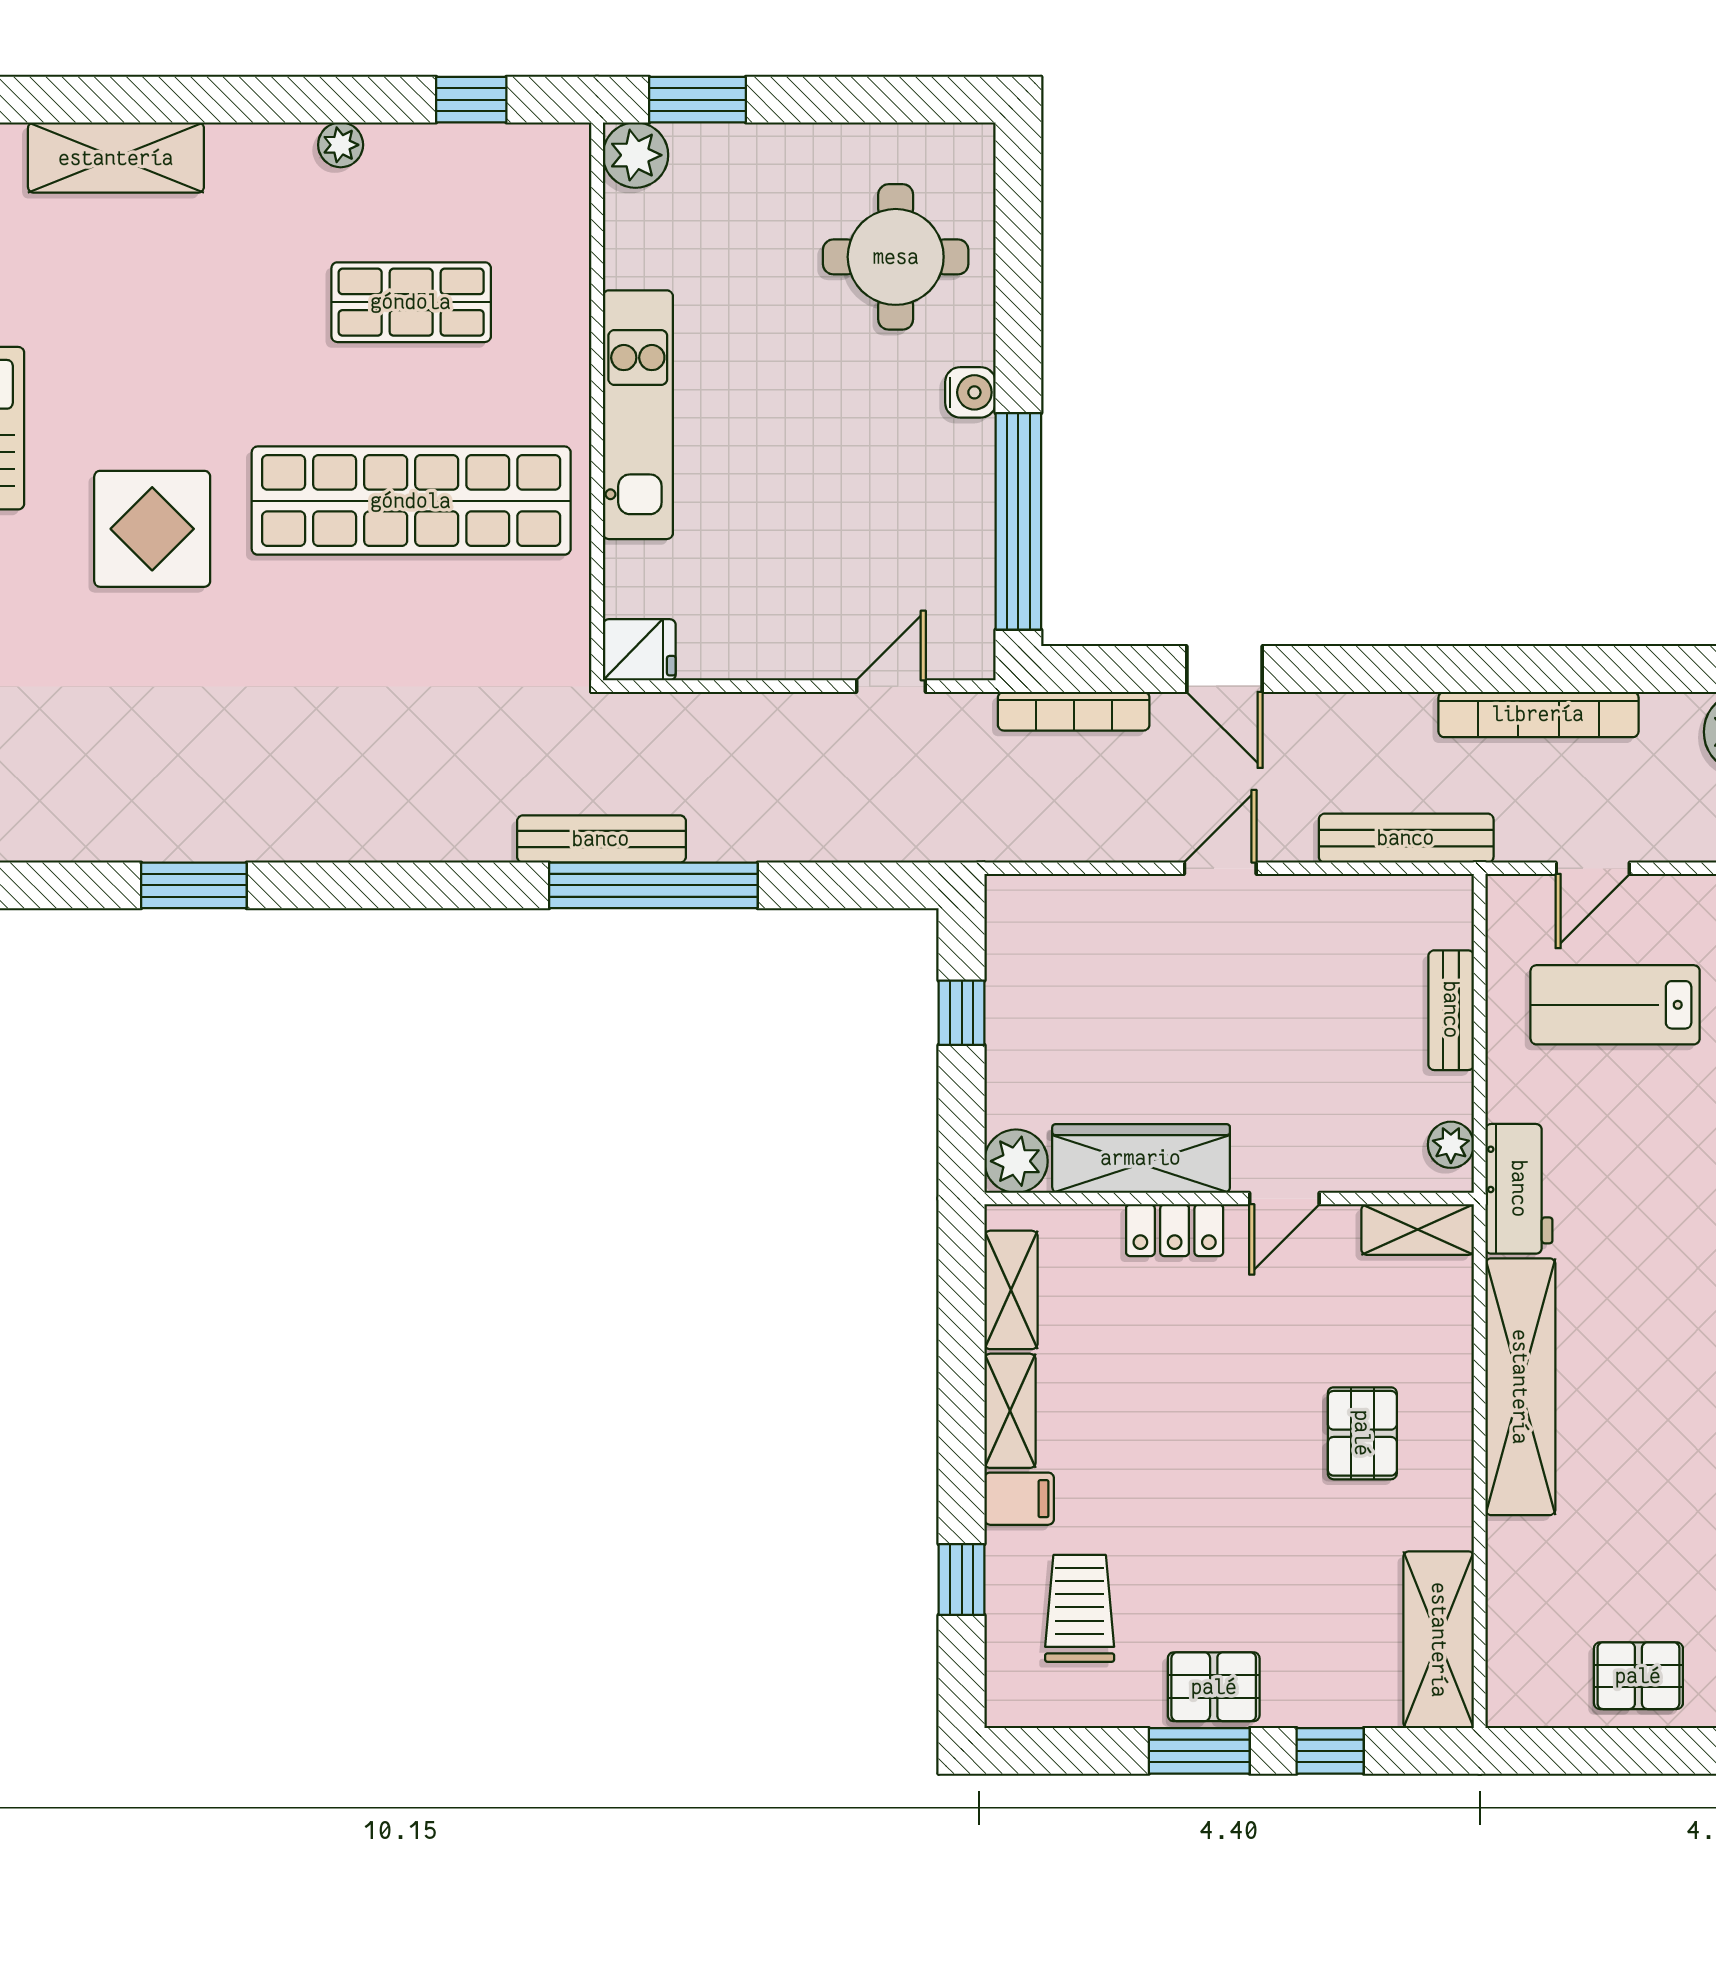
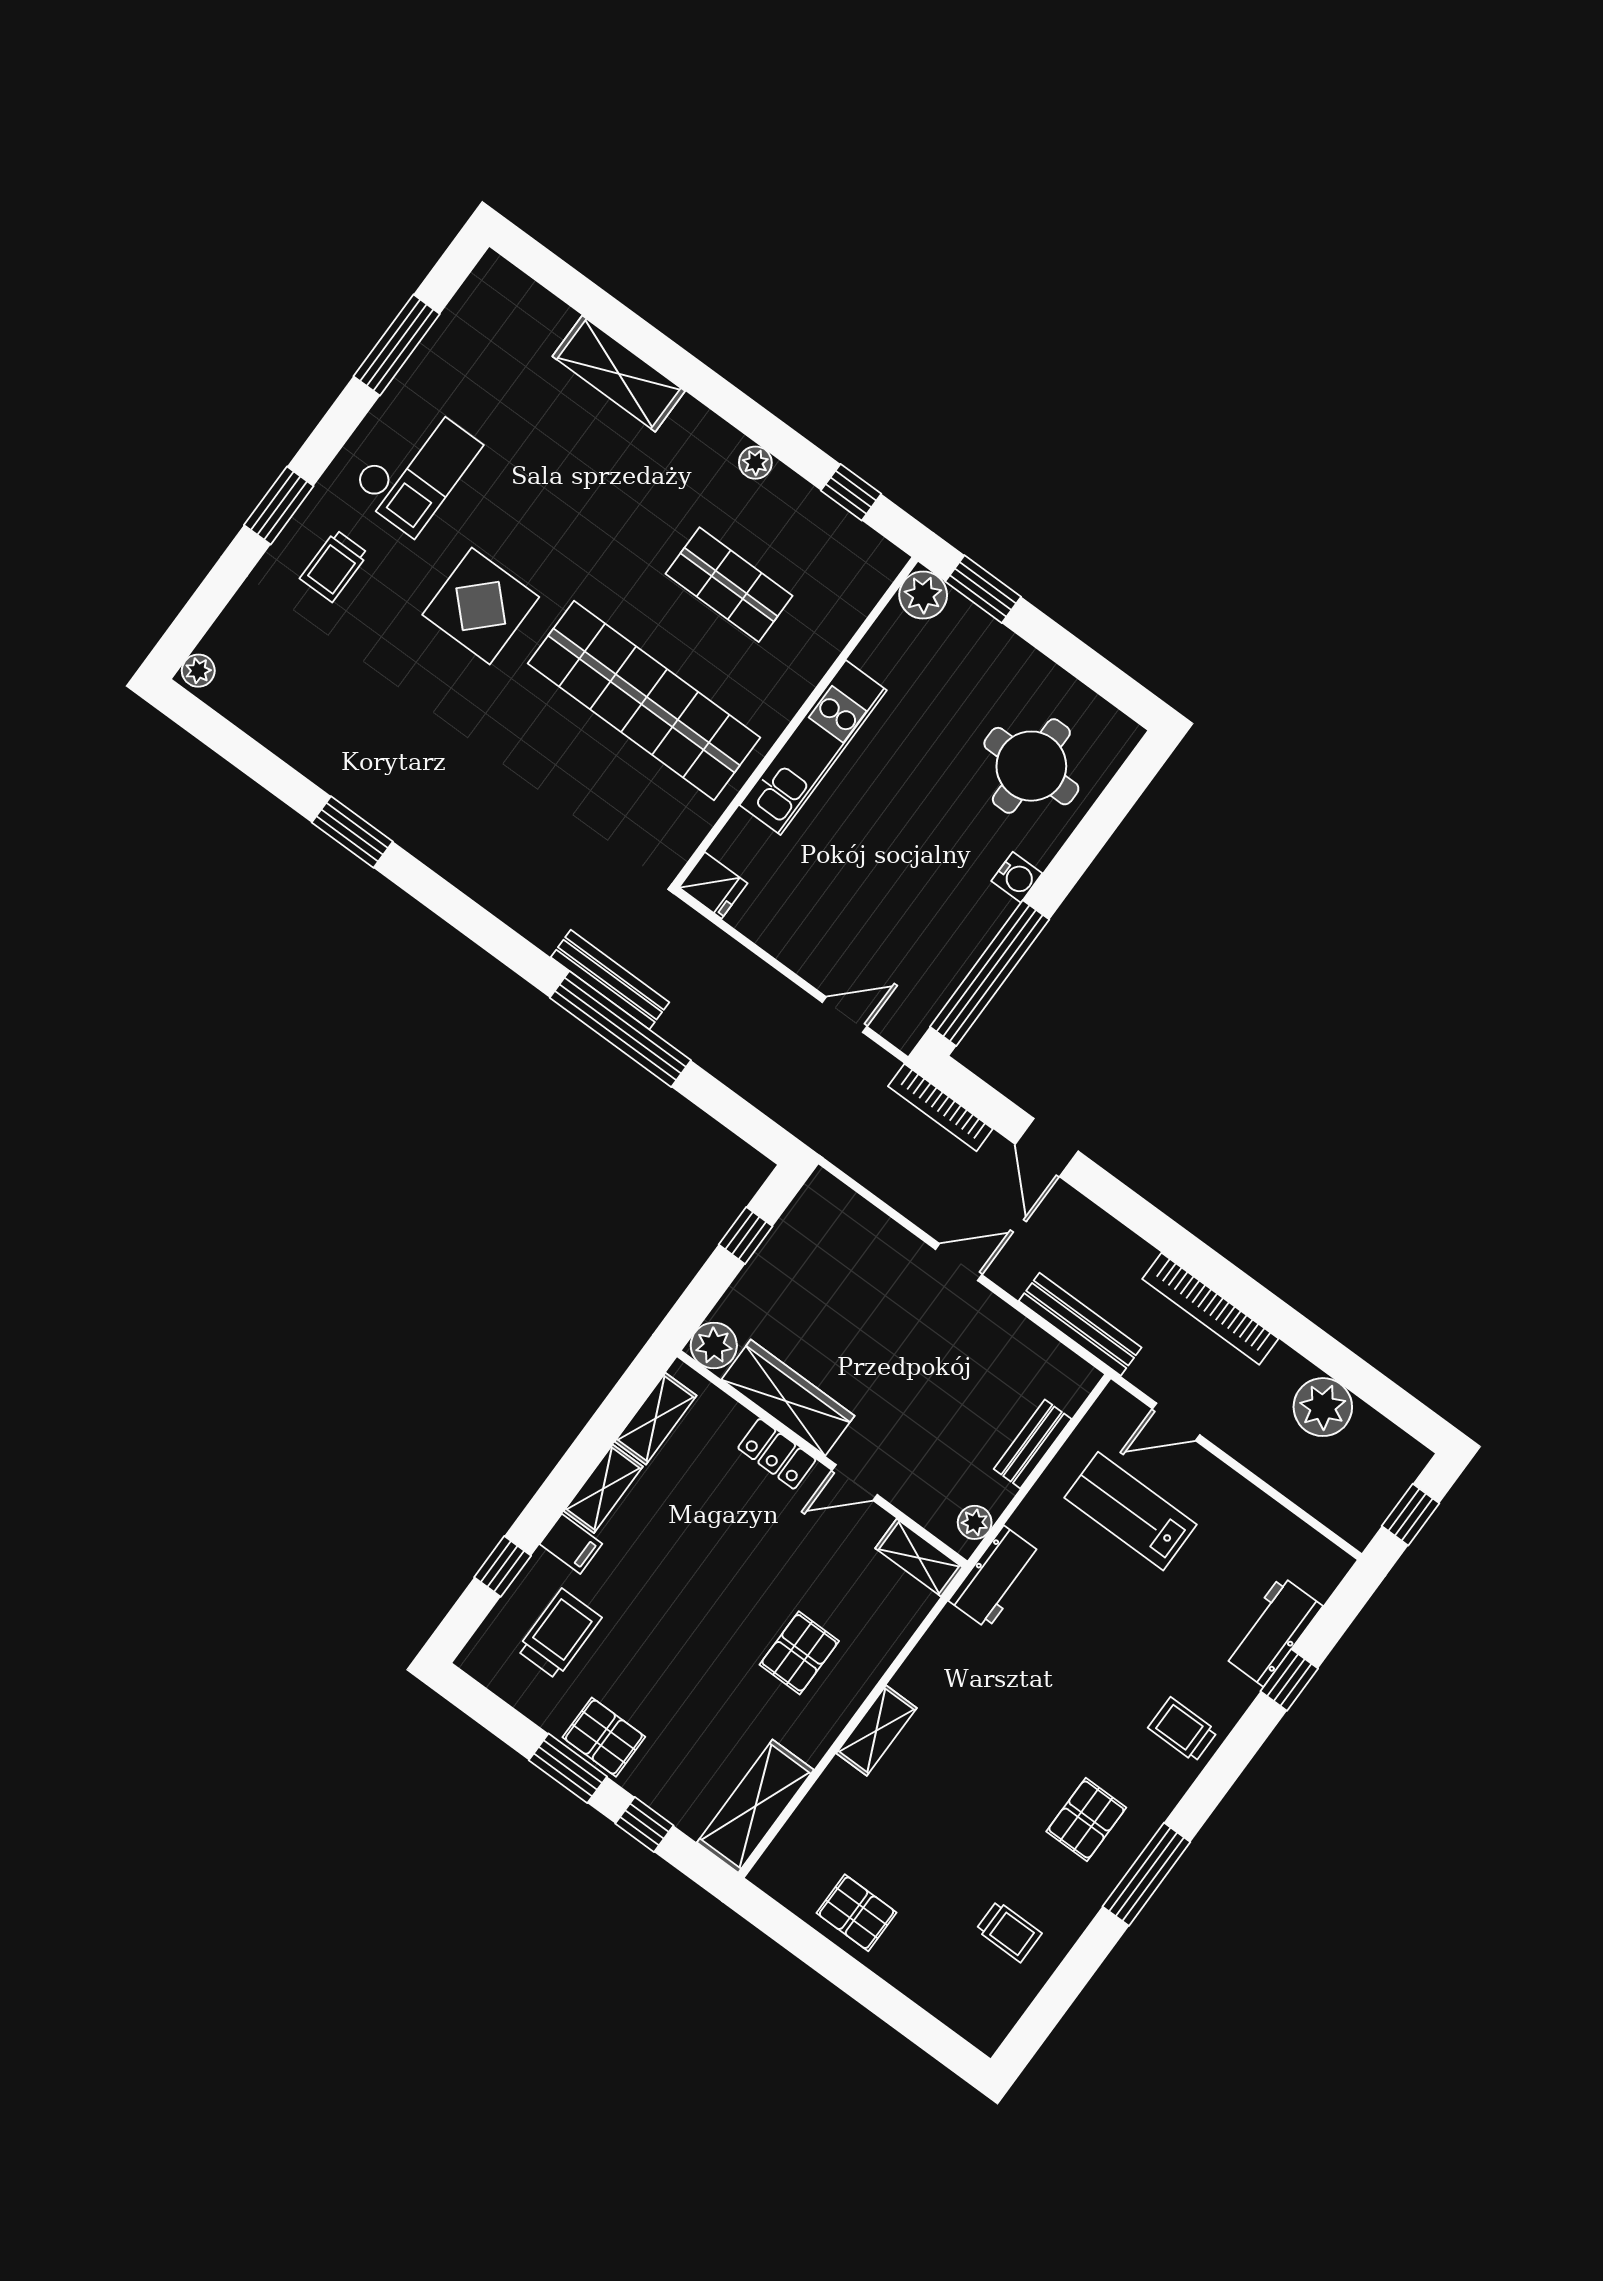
shelving: (1520, 1387) -> (876, 1731), width x0.45, depth x0.75

